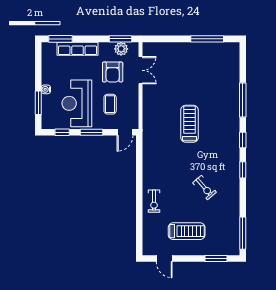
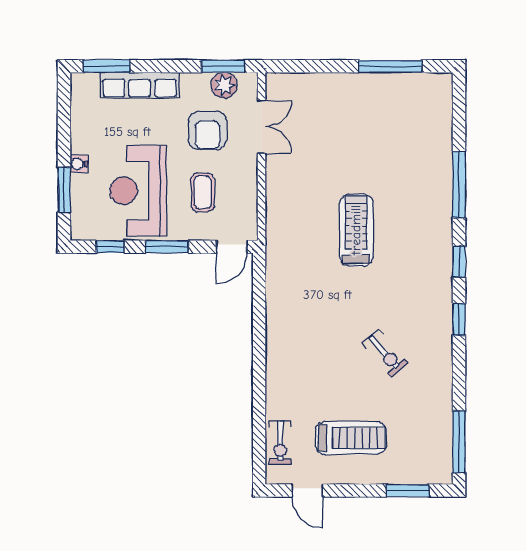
exercise bike: (154, 201) -> (280, 443), moved

